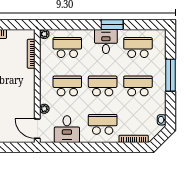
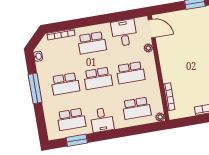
window: (112, 25) -> (77, 140), moved
window: (171, 75) -> (35, 88), moved

